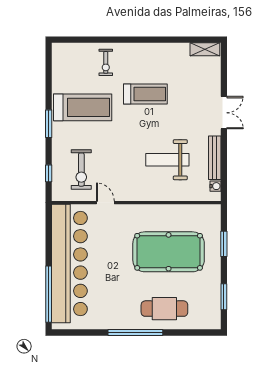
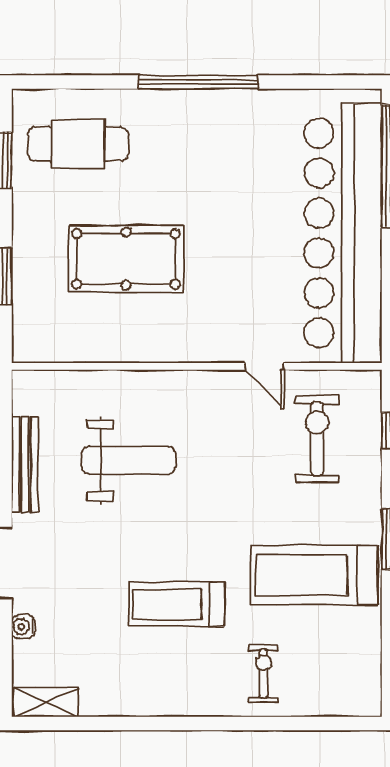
water cooler: (215, 186) -> (23, 627), moved
pool table: (169, 252) -> (126, 259), width x0.73, depth x0.76
cafe table: (164, 309) -> (78, 144), moved

